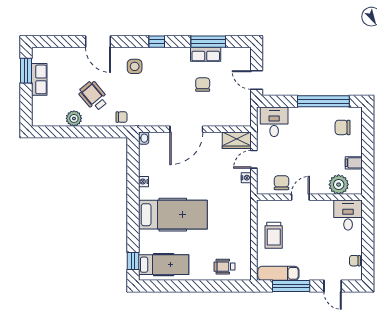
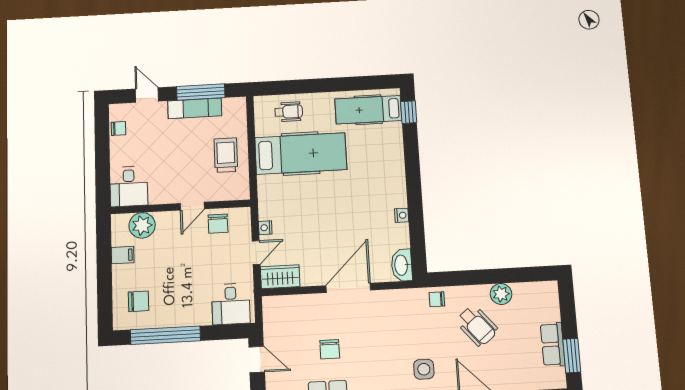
washbasin: (144, 138) -> (402, 265), width x1.91, depth x1.45
hospital bed: (173, 215) -> (301, 154), moved, turned 180
exam couch: (278, 273) -> (195, 108), moved

